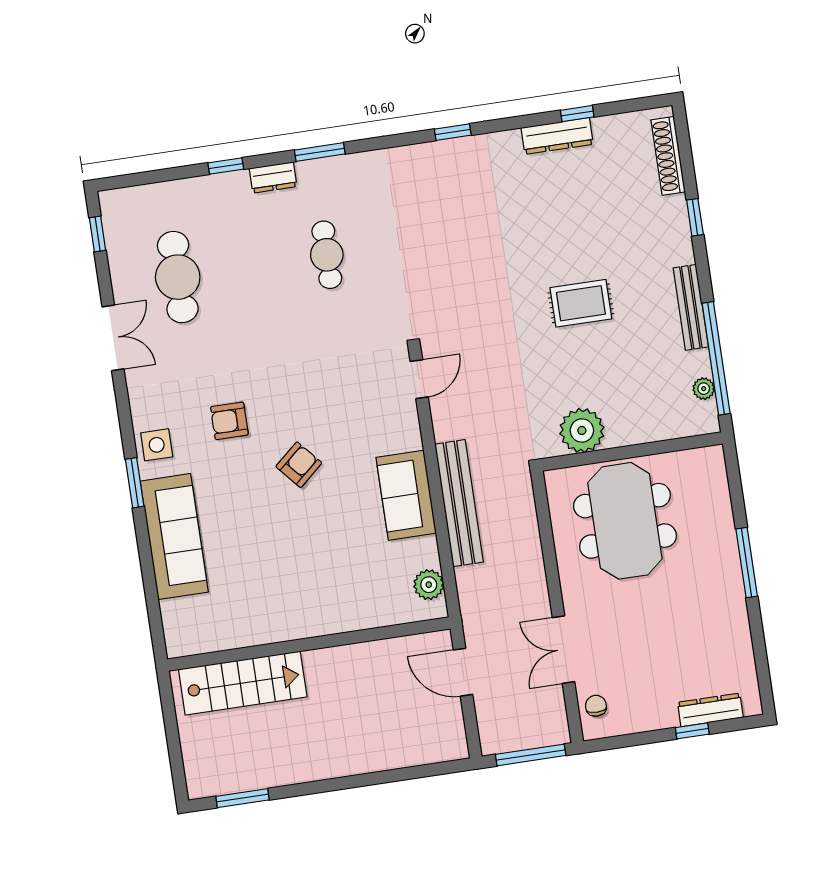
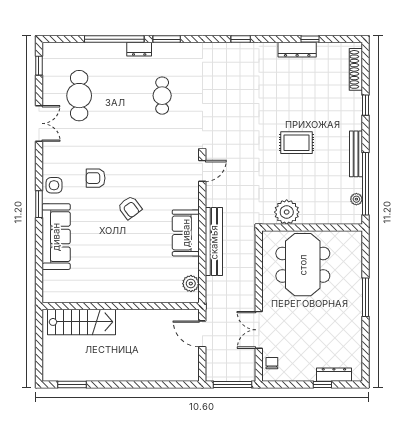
window: (226, 166) -> (114, 39), width x3.17
armchair: (299, 465) -> (130, 208), turned 94

